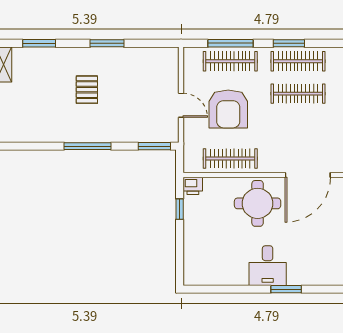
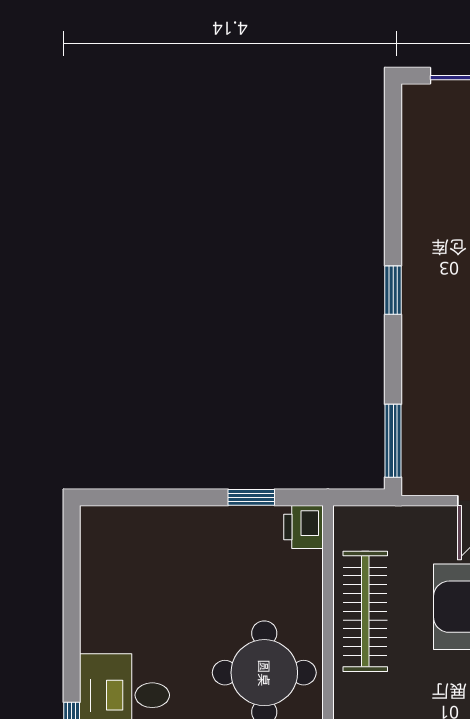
window: (87, 146) -> (393, 290), width x0.46

